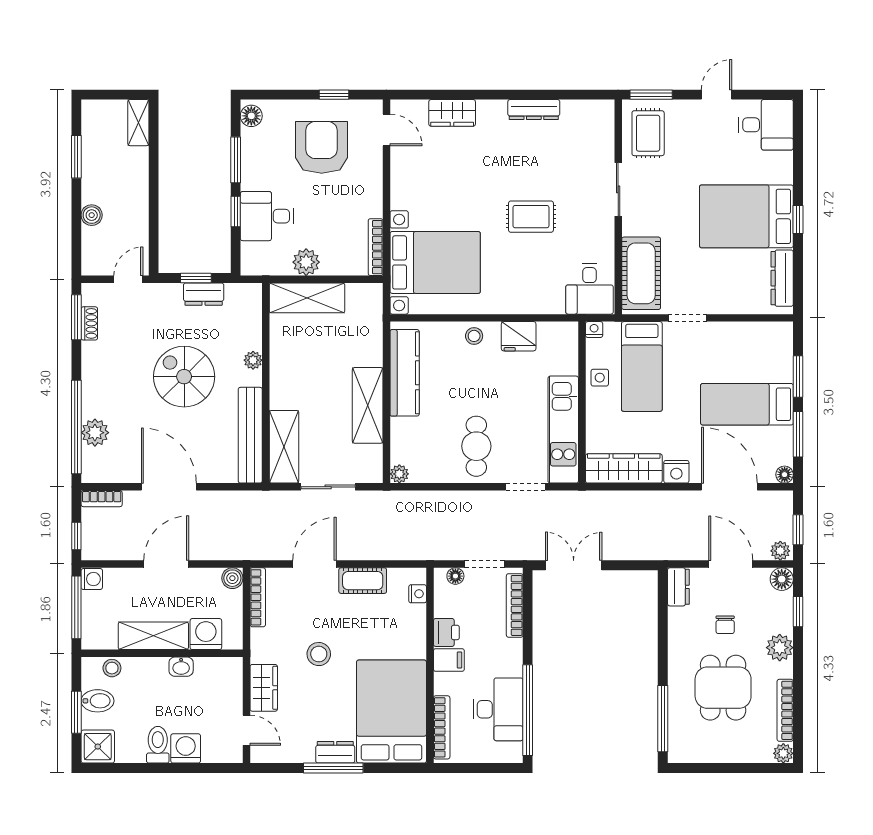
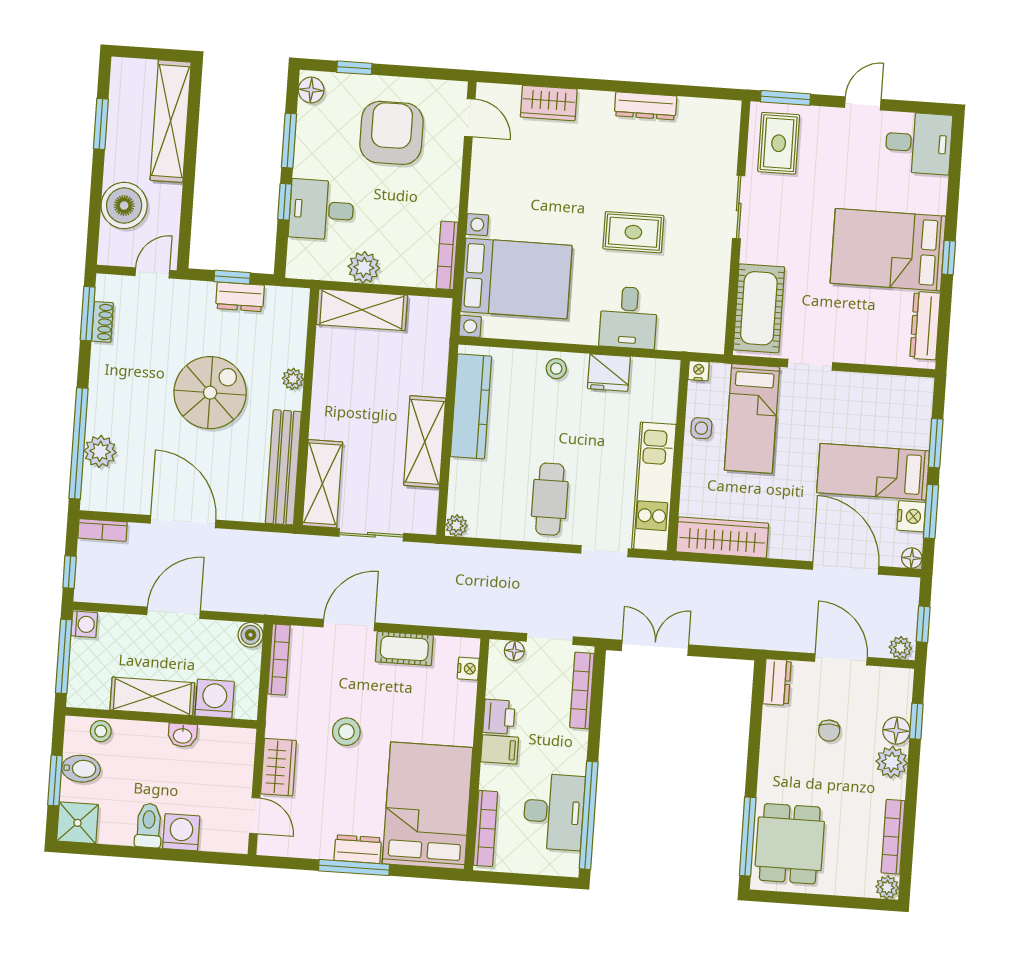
window: (334, 95) -> (354, 68), moved
shelving: (138, 123) -> (171, 121), width x2.20, depth x1.33
boiler: (92, 215) -> (124, 206), width x1.86, depth x1.86
desk: (589, 289) -> (628, 318), moved
spiral stairs: (184, 377) -> (210, 393), turned 90
nightstand: (676, 472) -> (911, 516), moved, turned -90
floor lamp: (782, 579) -> (896, 731), moved
dining table: (723, 688) -> (790, 844), moved

